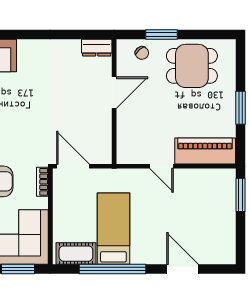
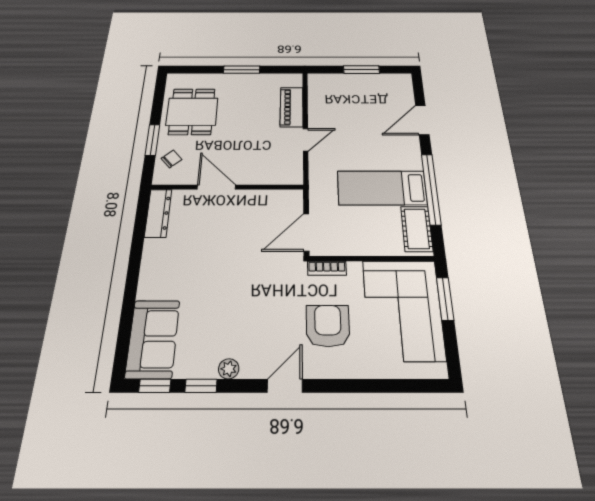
dresser: (97, 48) -> (158, 213), width x1.44
piano: (205, 151) -> (292, 107), width x0.73, depth x0.75
window: (240, 195) -> (361, 70), moved

